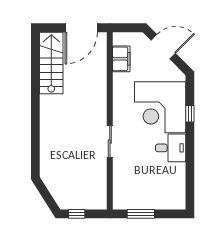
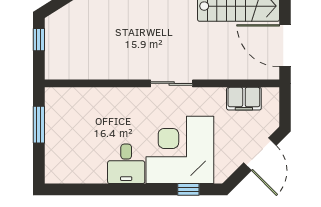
window: (190, 114) -> (188, 189), moved
sliding door: (110, 141) -> (172, 83), moved

